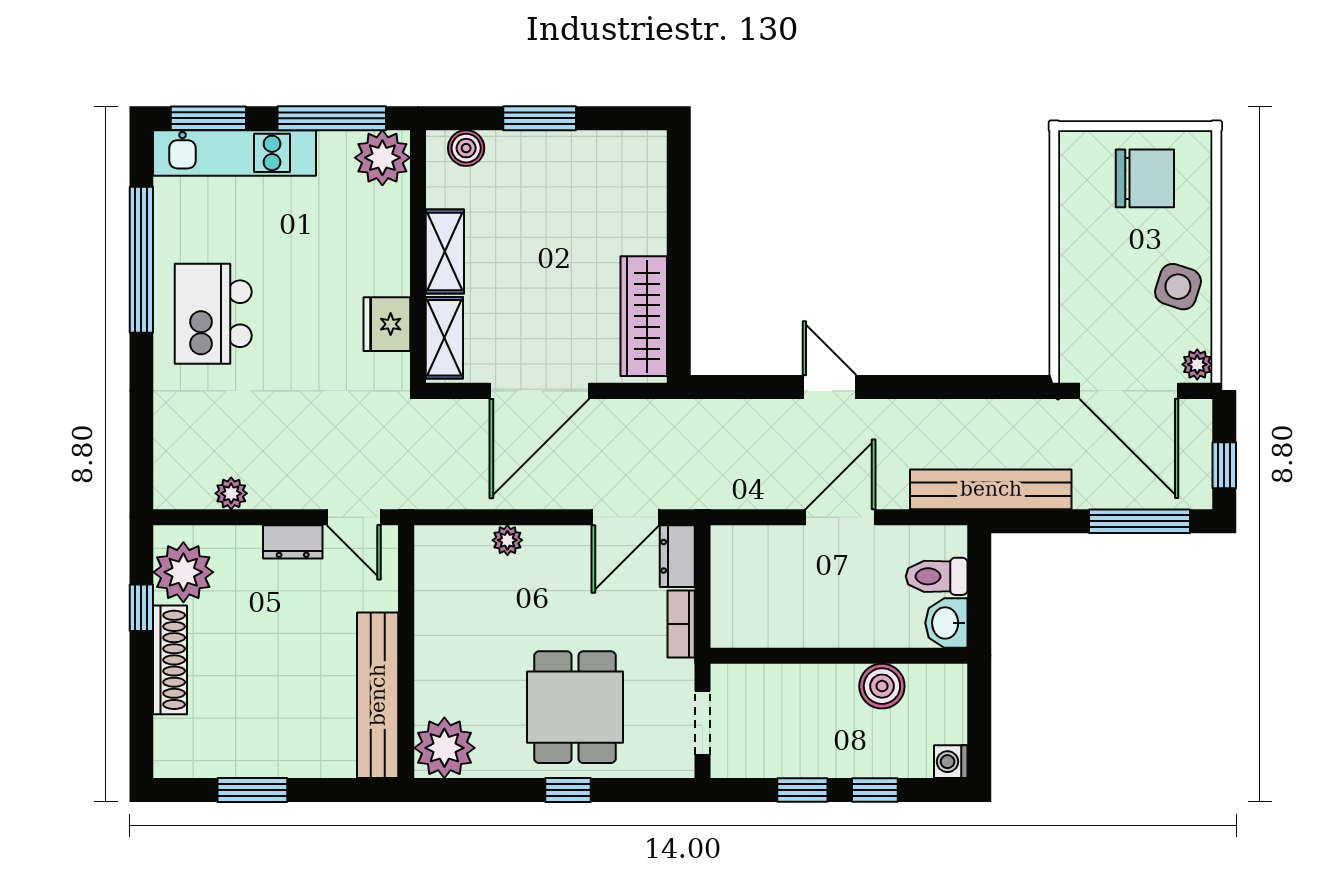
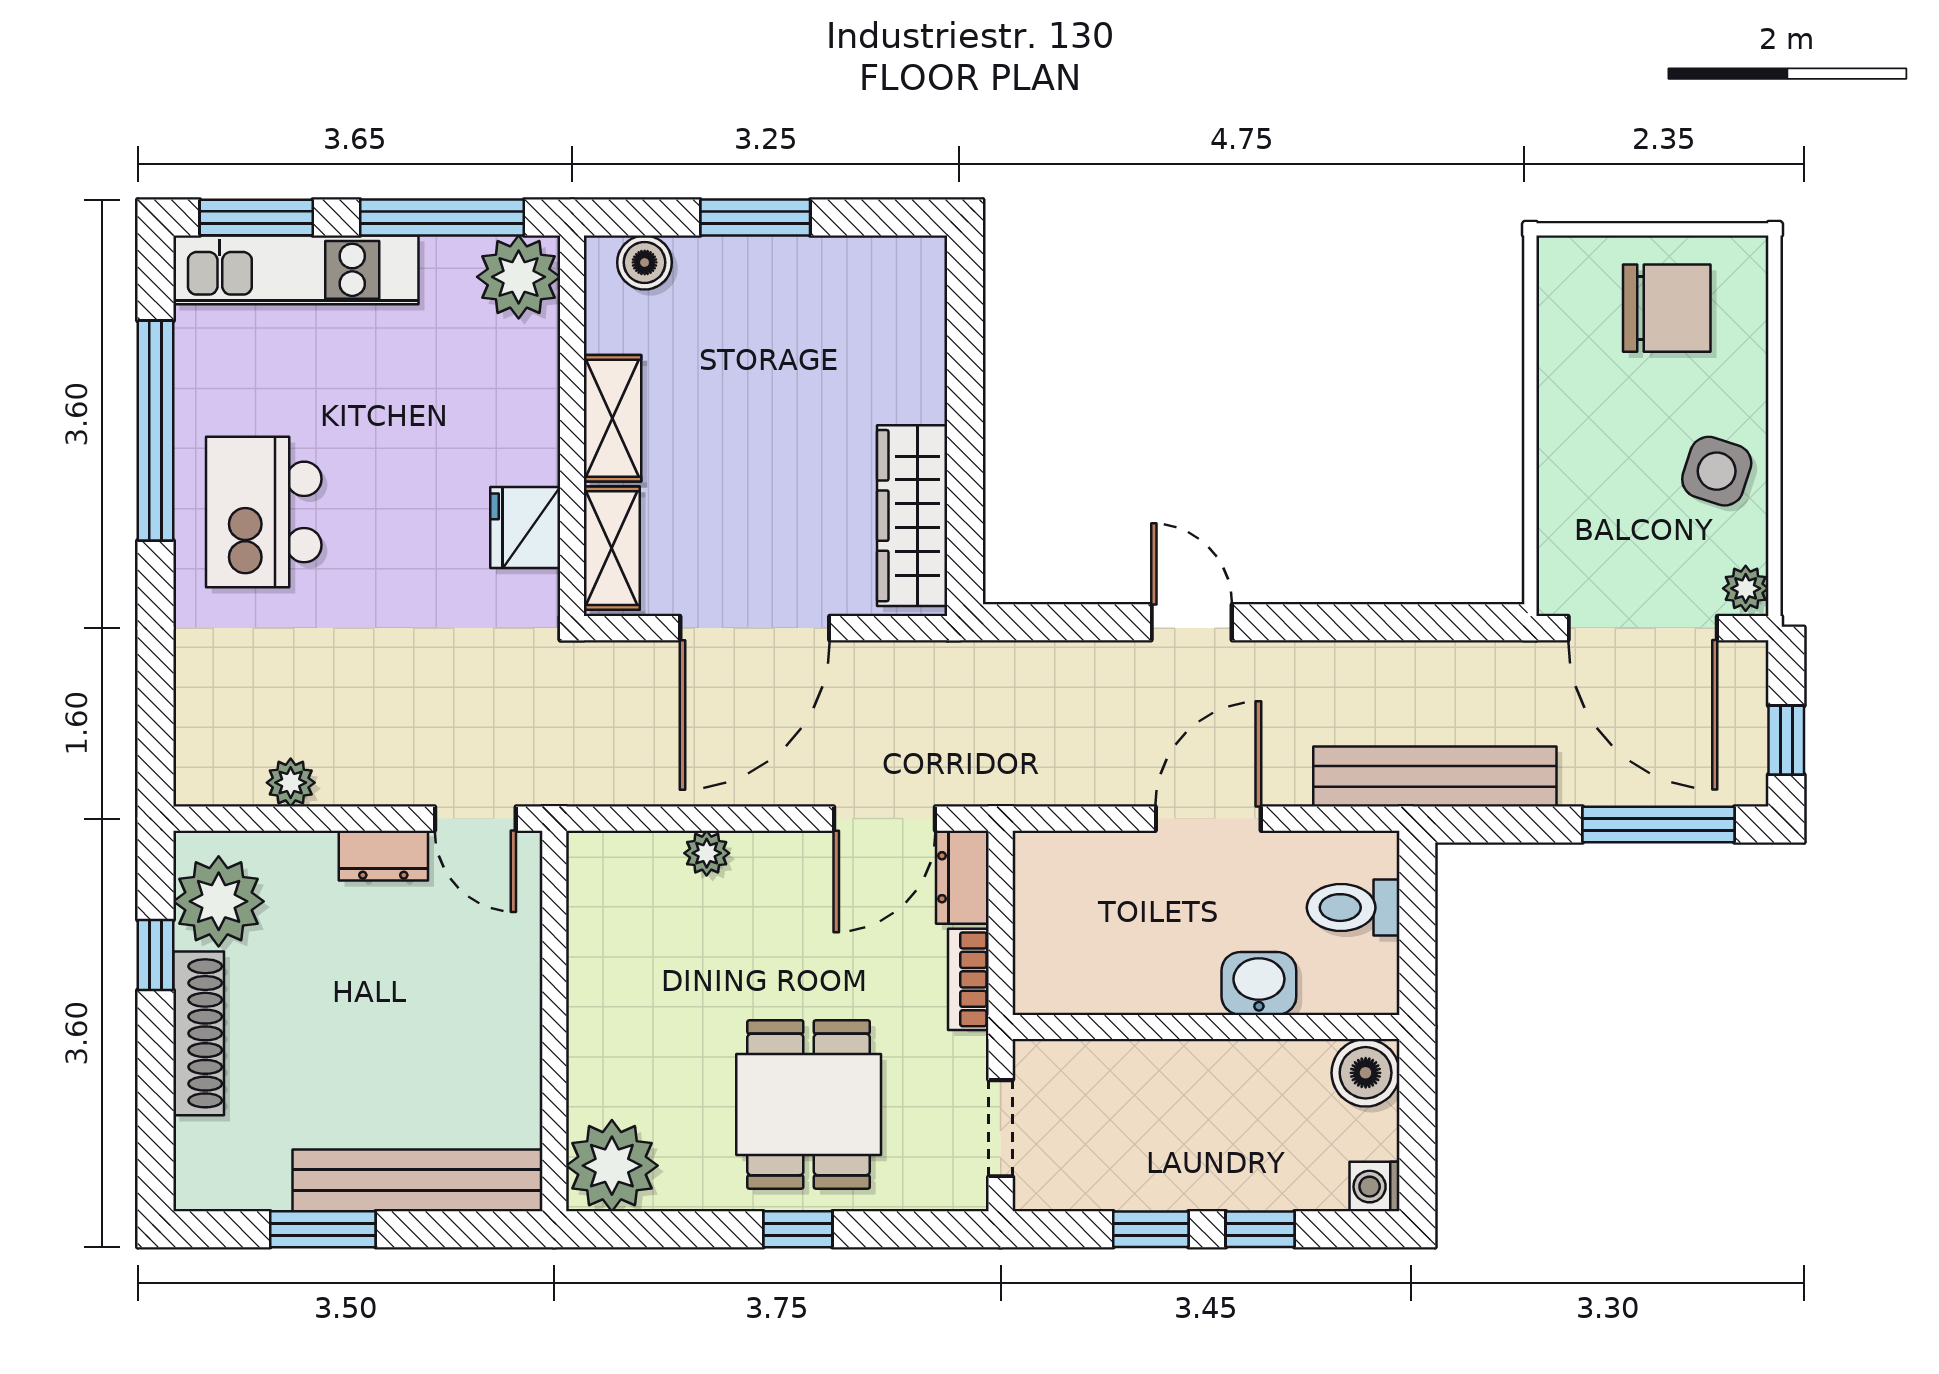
washbasin: (946, 623) -> (1259, 983), moved, turned 90
boiler: (882, 686) -> (1366, 1073), moved
bench: (378, 695) -> (418, 1180), moved, turned 90

